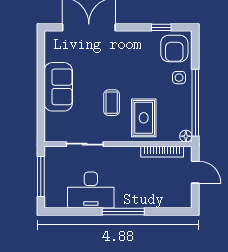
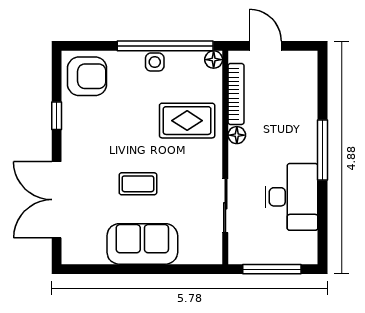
window: (161, 27) -> (57, 116), moved
side table: (179, 78) -> (155, 62), moved
coffee table: (112, 103) -> (138, 184), moved
floor lamp: (134, 152) -> (237, 135), added
door: (195, 172) -> (265, 46), hinge flipped

